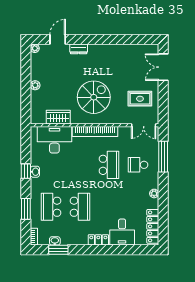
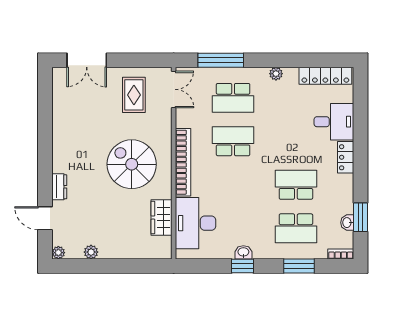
plant: (35, 85) -> (91, 252), moved
school desk: (138, 165) -> (233, 98), width x1.85

